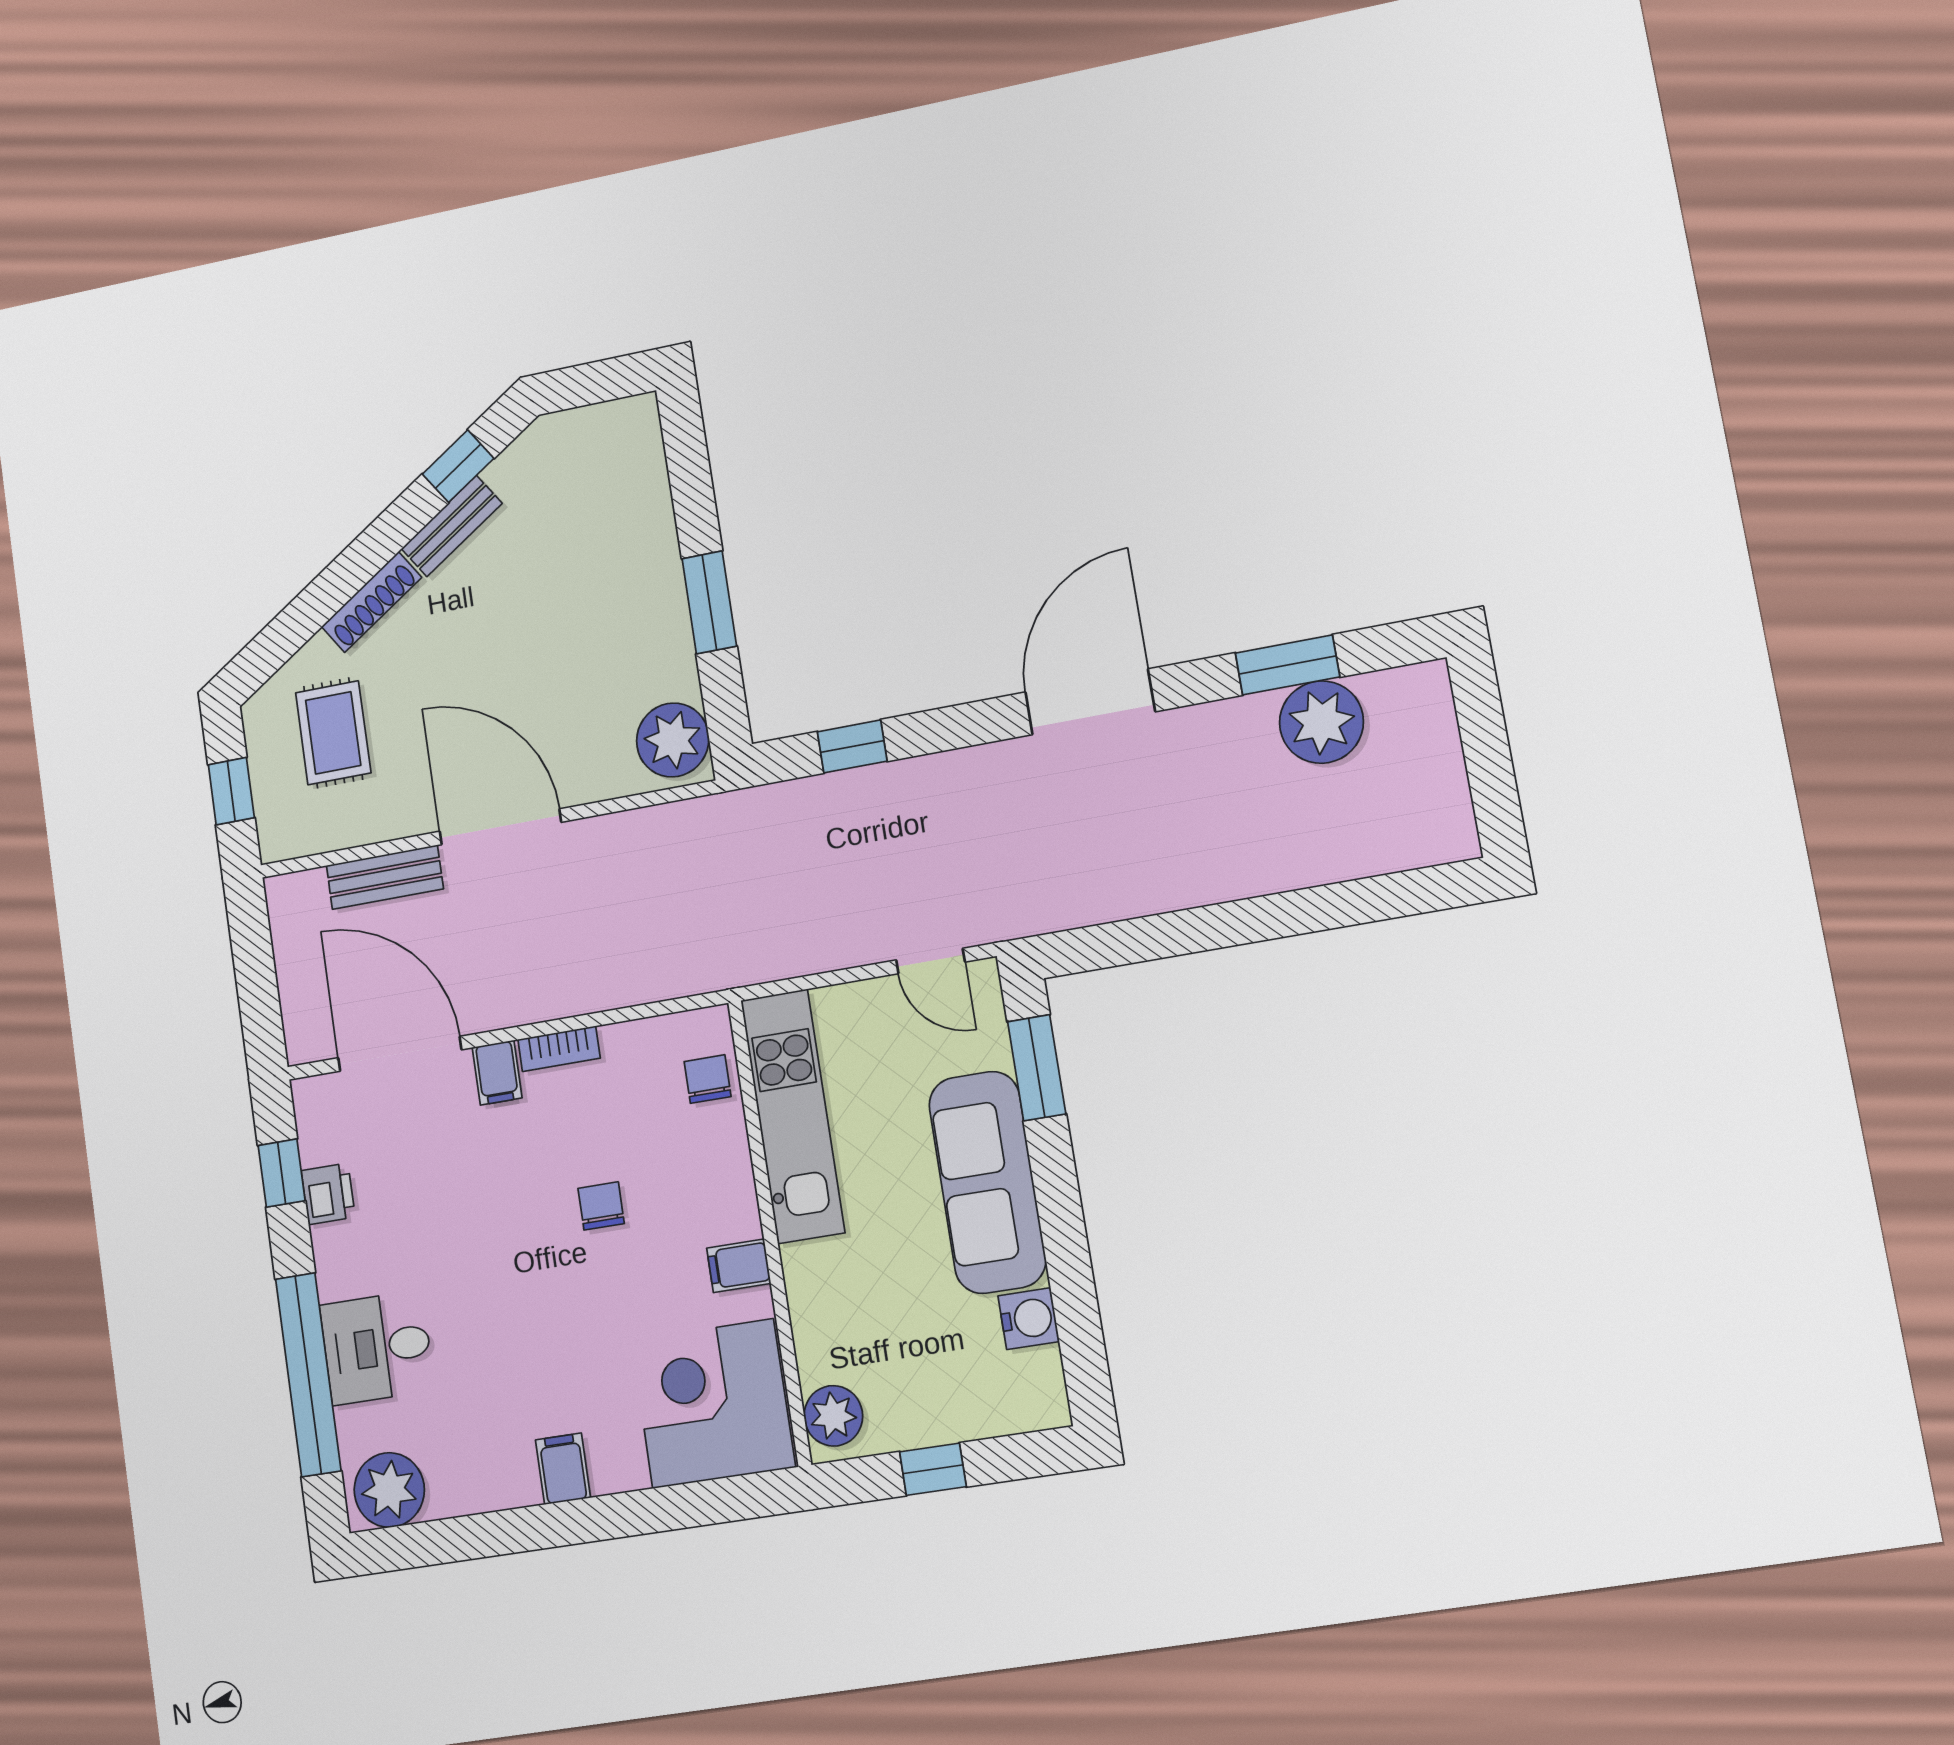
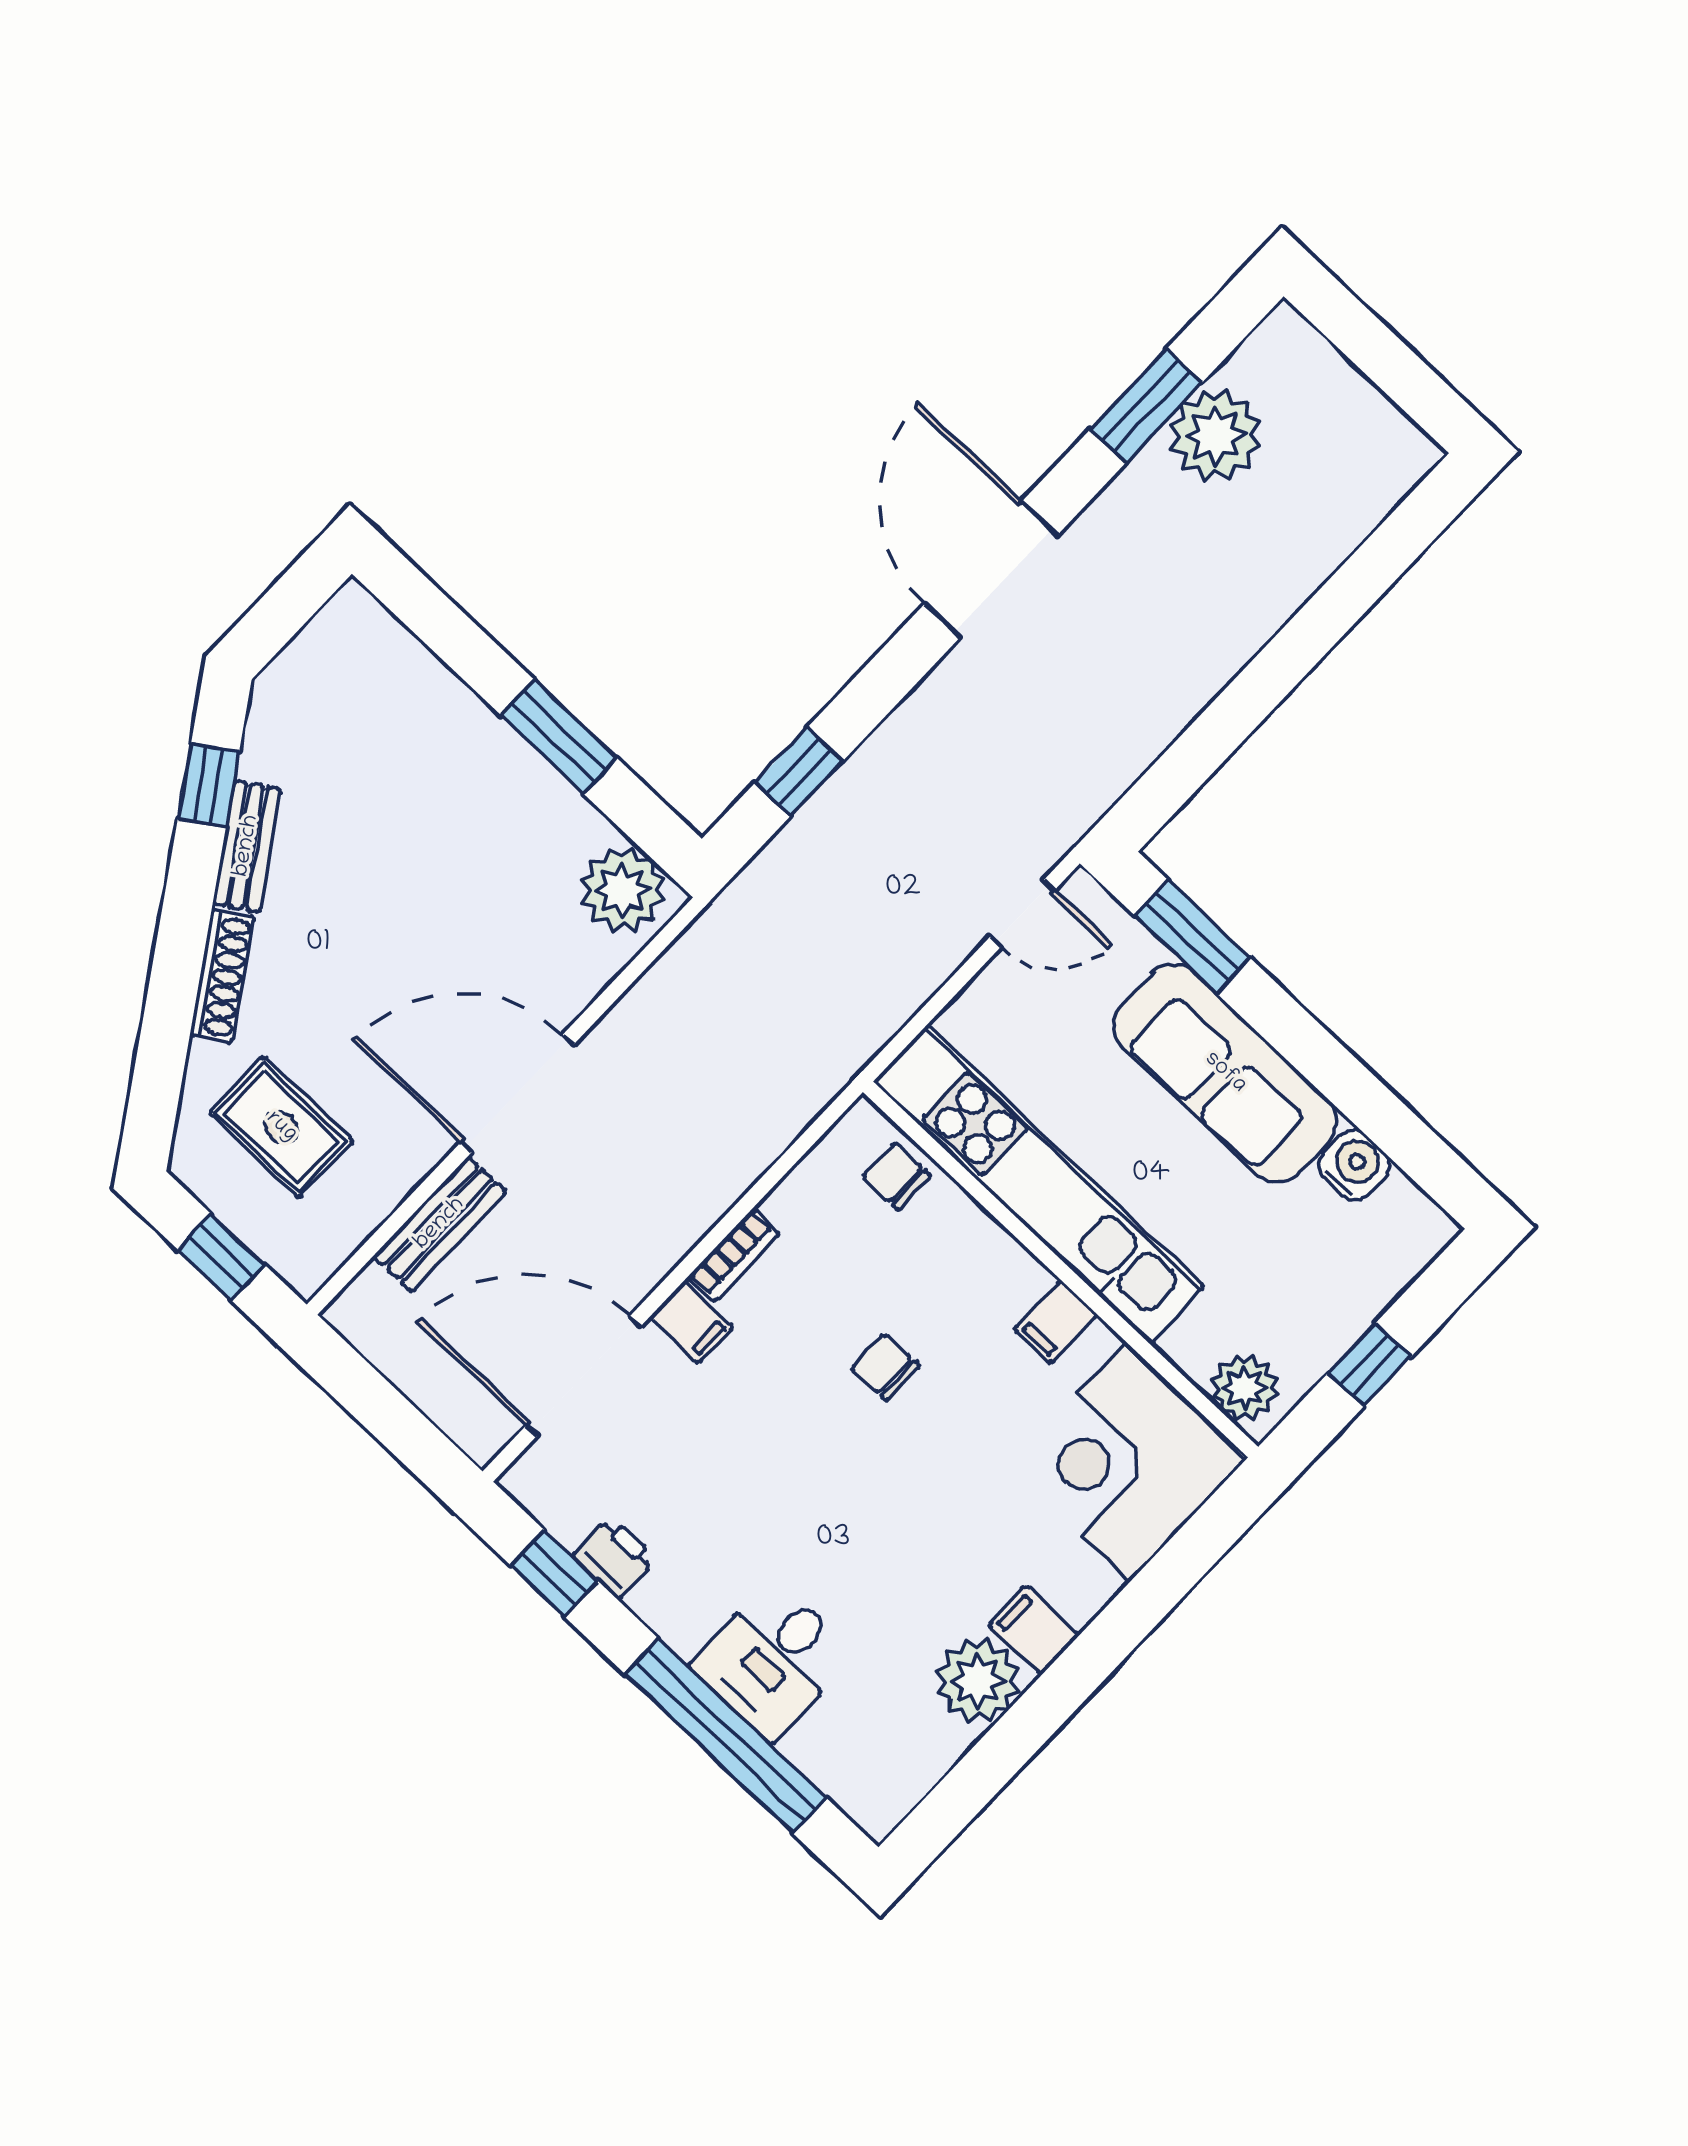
kitchen unit: (793, 1116) -> (1039, 1184), width x1.36
plant: (389, 1490) -> (978, 1681), moved

